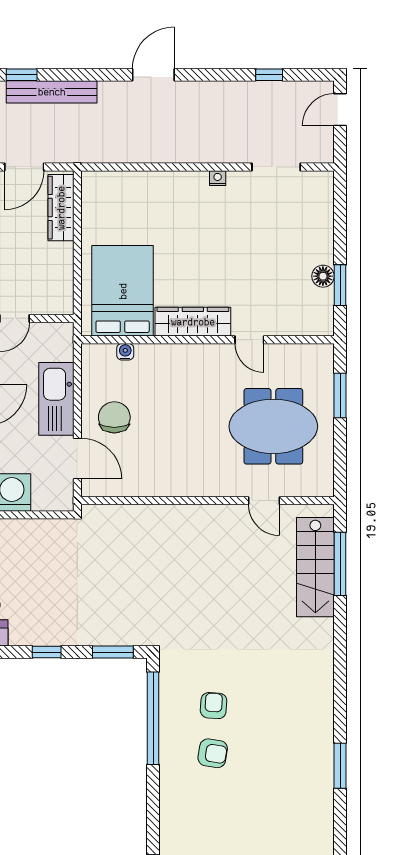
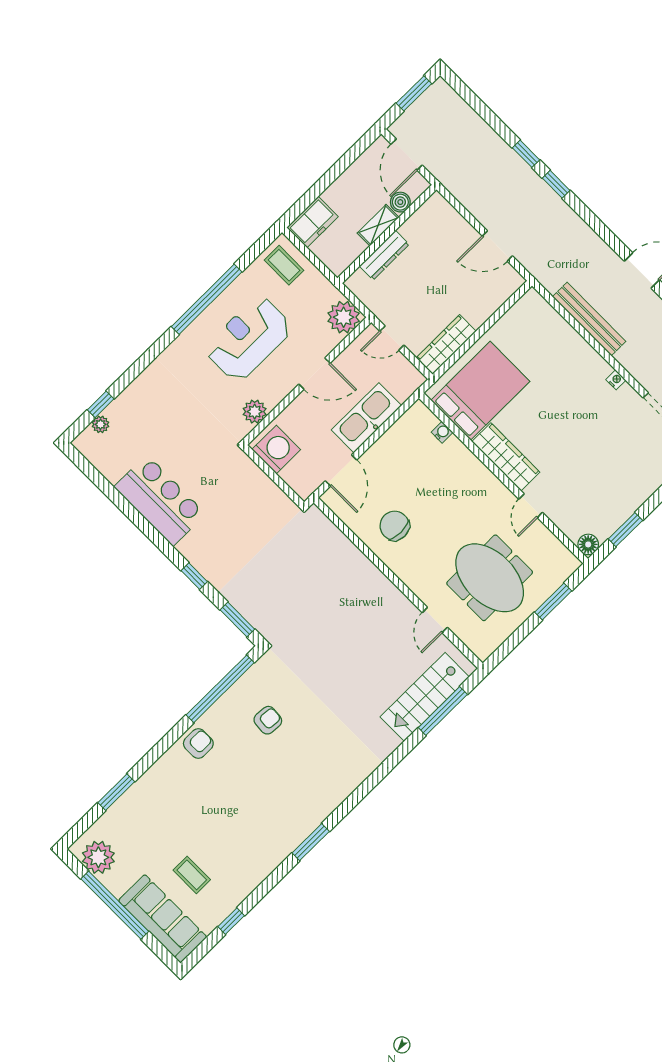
bench: (52, 92) -> (589, 319), moved
wardrobe: (61, 208) -> (446, 345), moved
floor lamp: (323, 276) -> (588, 544), moved
chair: (114, 417) -> (395, 526), moved, turned -90
armchair: (213, 753) -> (198, 744), moved, turned -99

